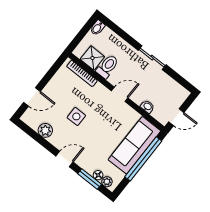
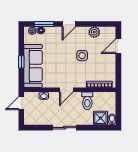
shower: (92, 58) -> (100, 118), moved
window: (143, 159) -> (21, 62), width x0.32

